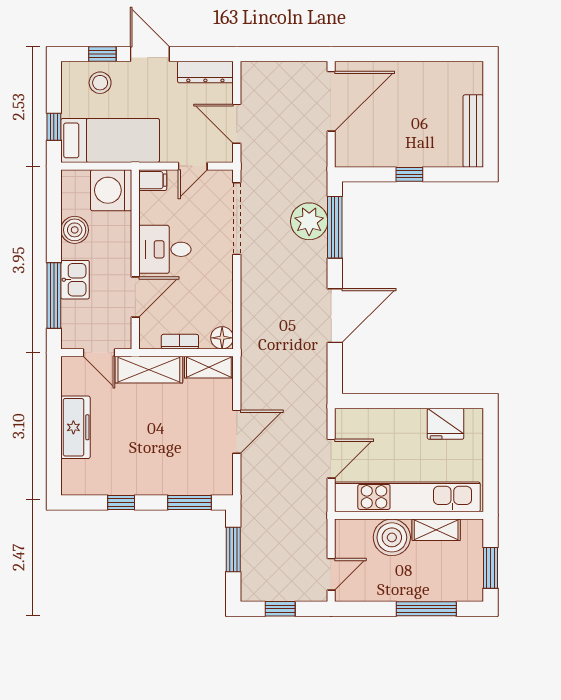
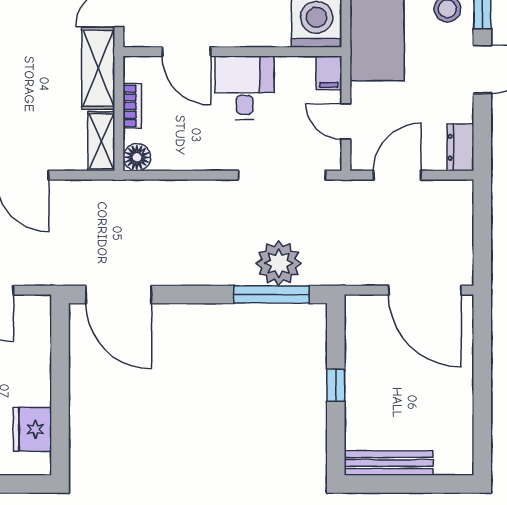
dresser: (205, 72) -> (460, 147), width x0.70
door: (335, 316) -> (119, 294), moved

